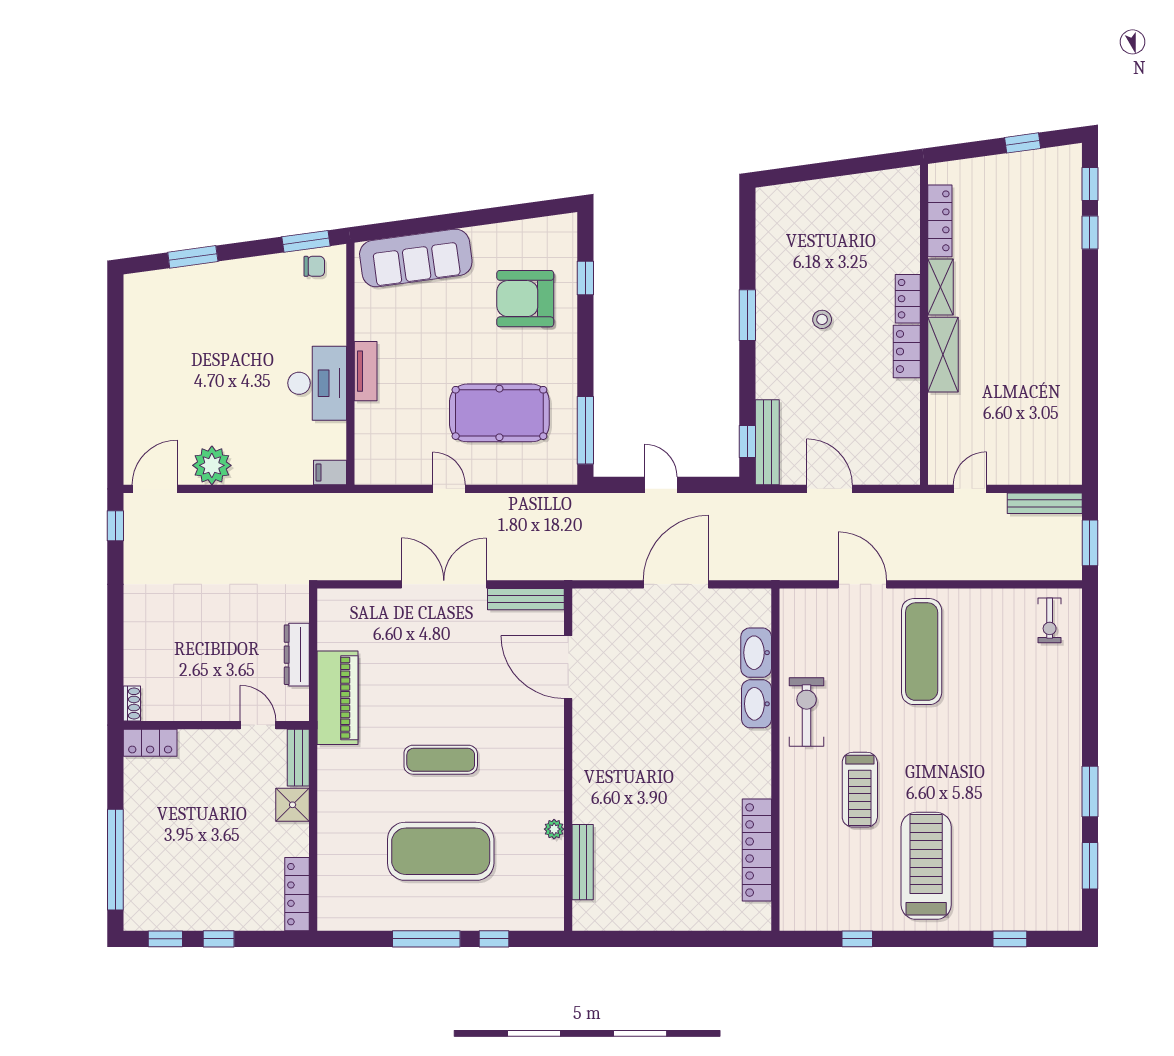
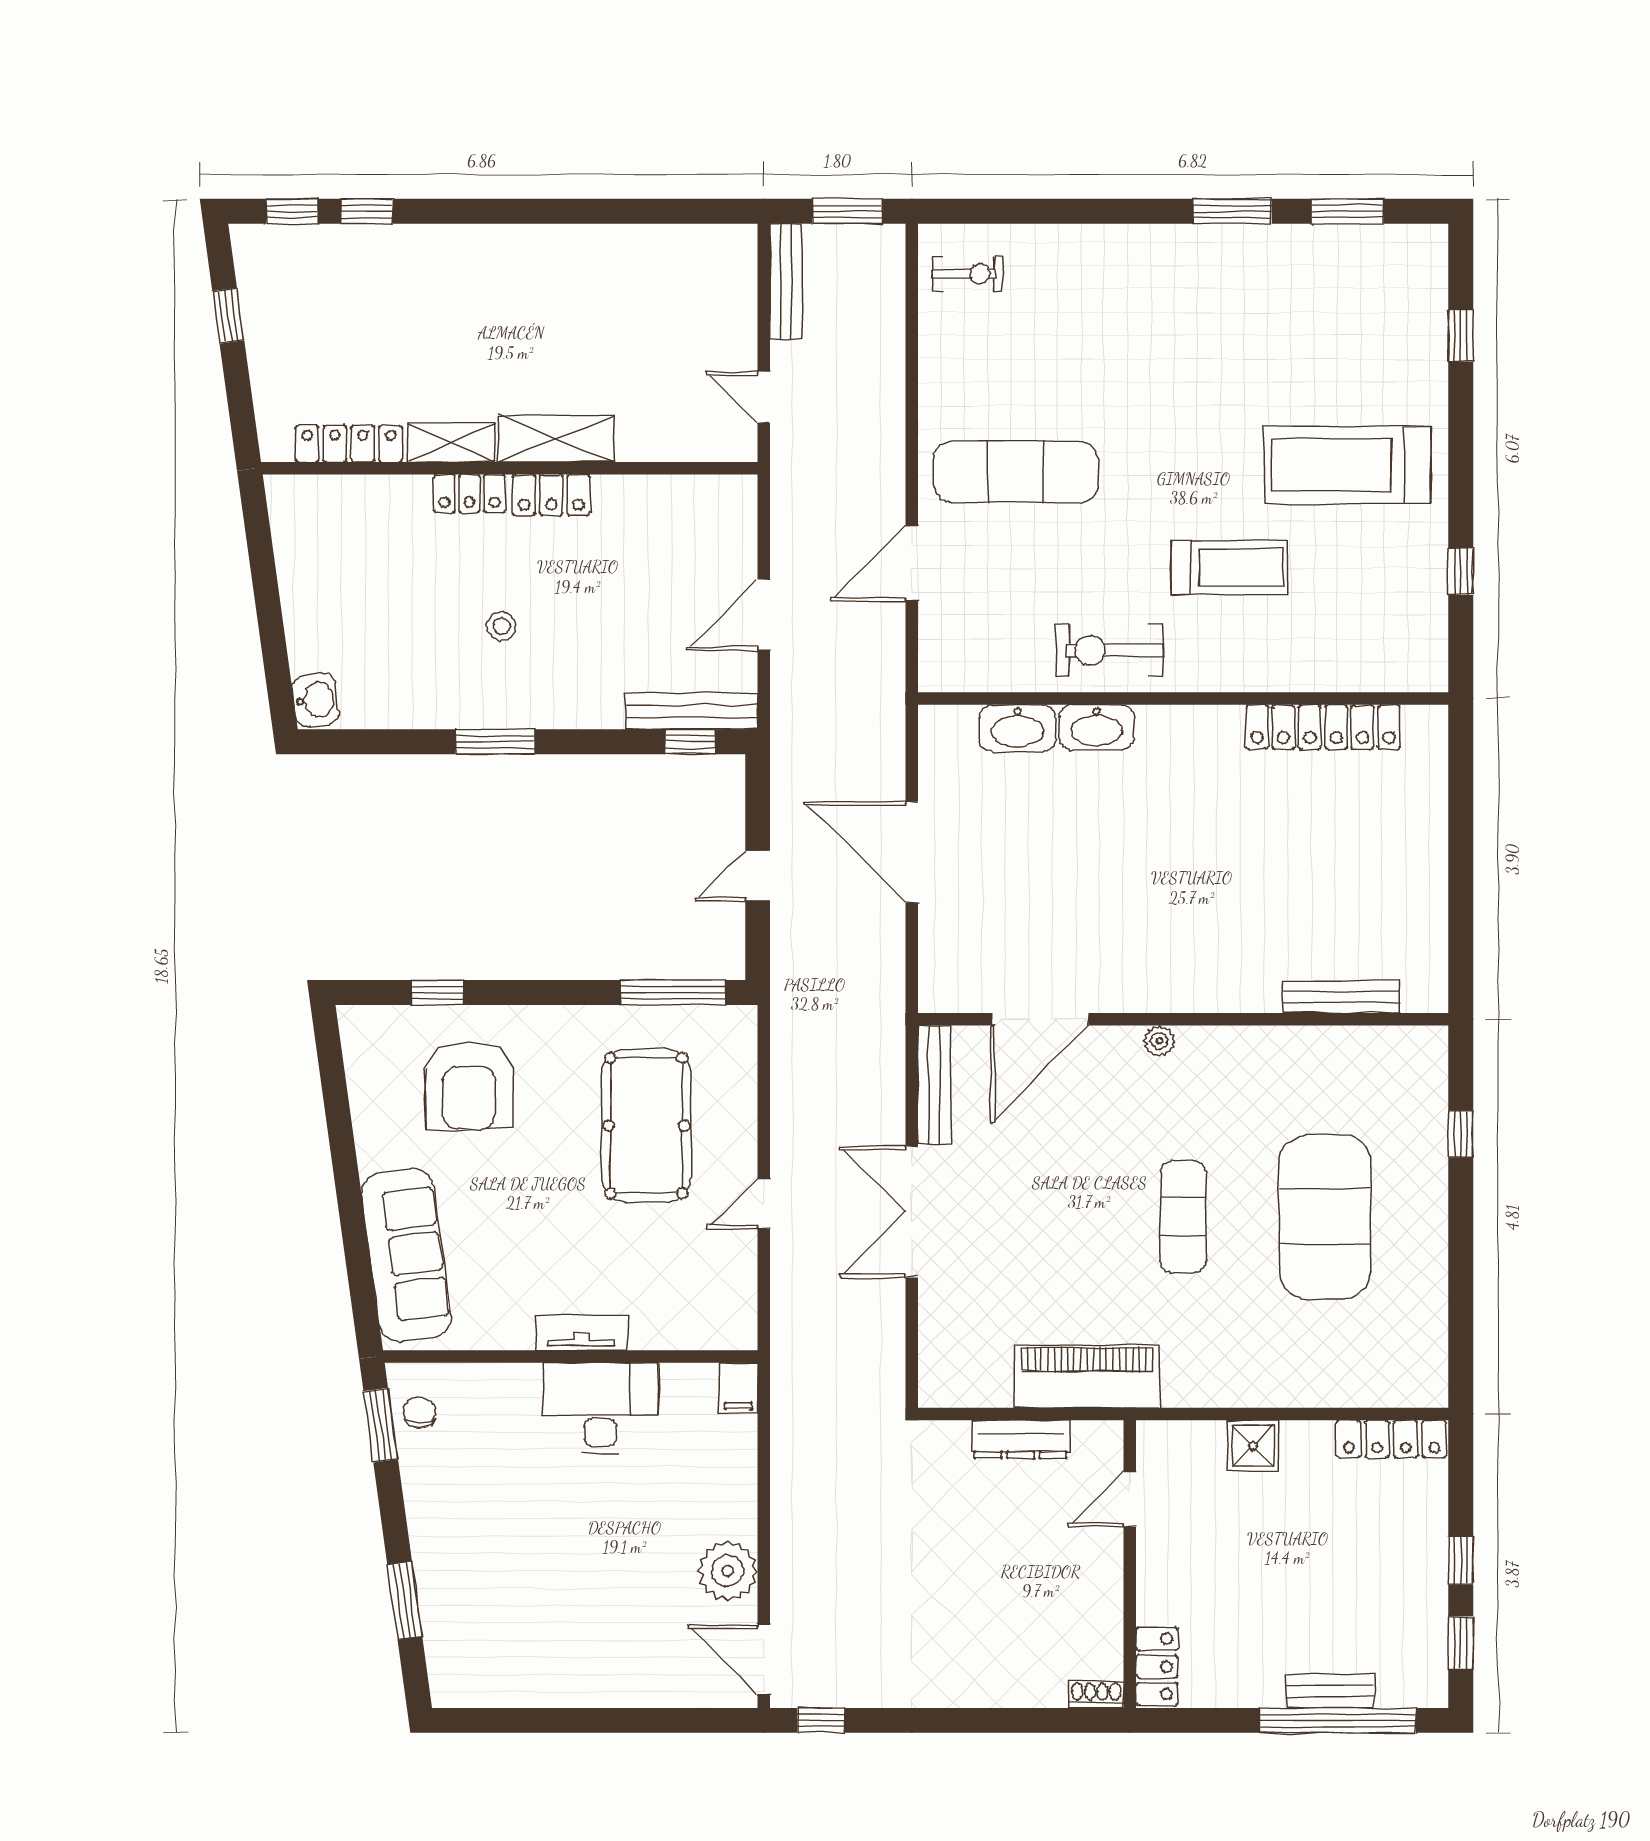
washbasin: (774, 199) -> (316, 700), added
bench: (298, 758) -> (1330, 1691), moved
plant: (554, 829) -> (1159, 1041), moved
window: (426, 939) -> (1461, 1239), removed

